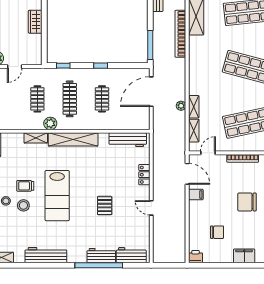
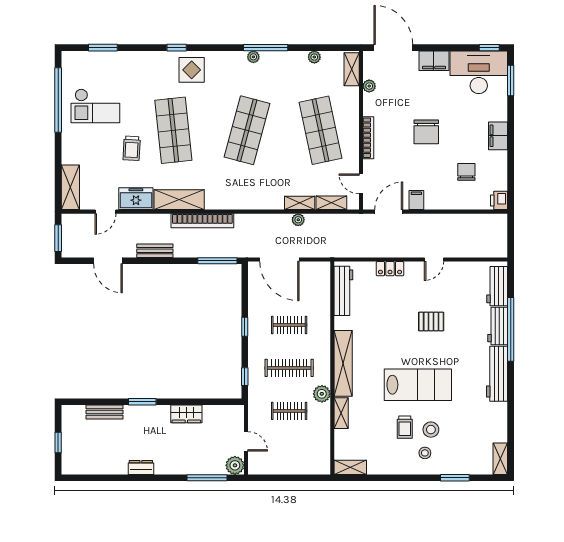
workbench: (46, 255) -> (497, 374), moved

